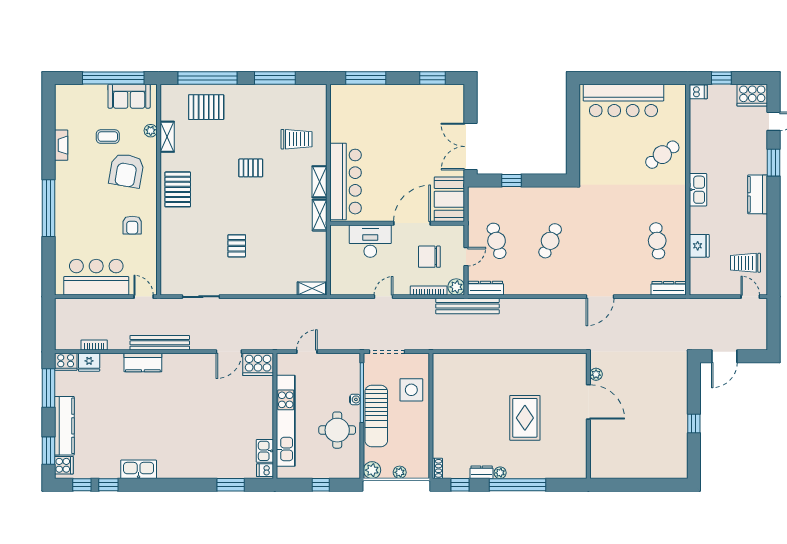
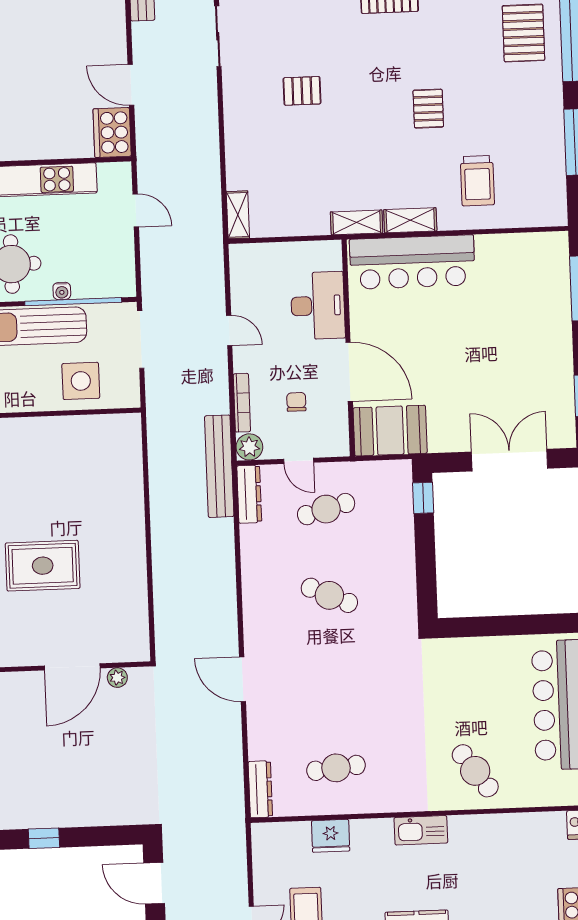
double door: (471, 147) -> (509, 460), moved
window: (511, 180) -> (423, 498), moved
chair: (429, 257) -> (296, 402), width x0.54, depth x0.54

